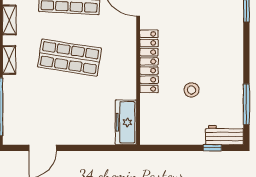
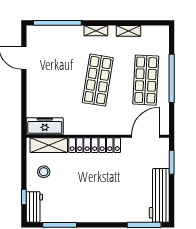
stool: (192, 90) -> (44, 172), moved
shelving: (149, 117) -> (49, 145), added

